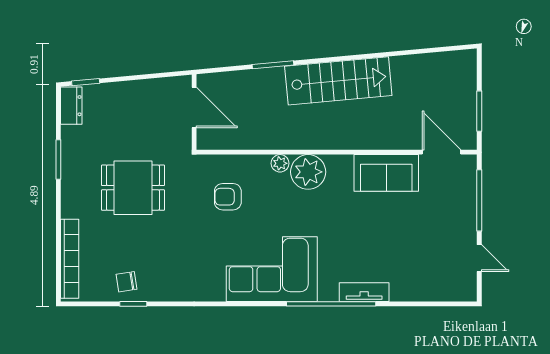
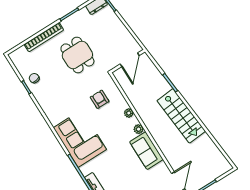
plant: (308, 172) -> (139, 129), width x0.53, depth x0.53
sofa: (386, 173) -> (146, 151), moved
bookcase: (70, 259) -> (44, 37), moved

